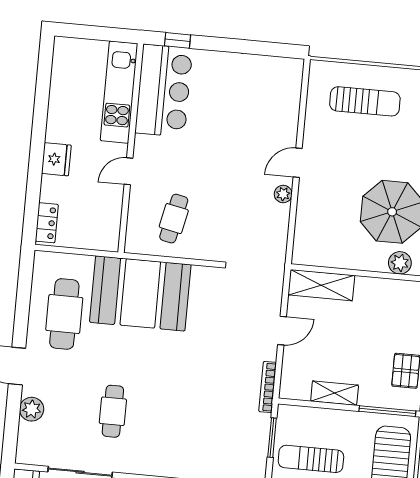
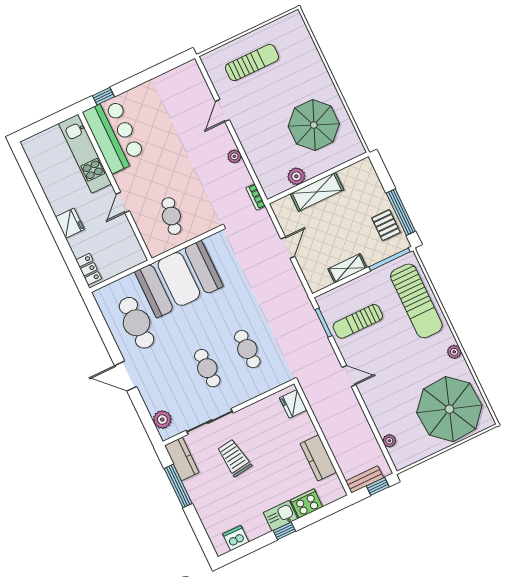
door: (298, 163) -> (222, 111), moved
plant: (400, 263) -> (296, 176), moved
shelving: (321, 285) -> (317, 192), moved
bookcase: (268, 387) -> (256, 197), moved, width x0.64
plant: (32, 409) -> (162, 420), moved
cafe table: (170, 416) -> (247, 349), added

